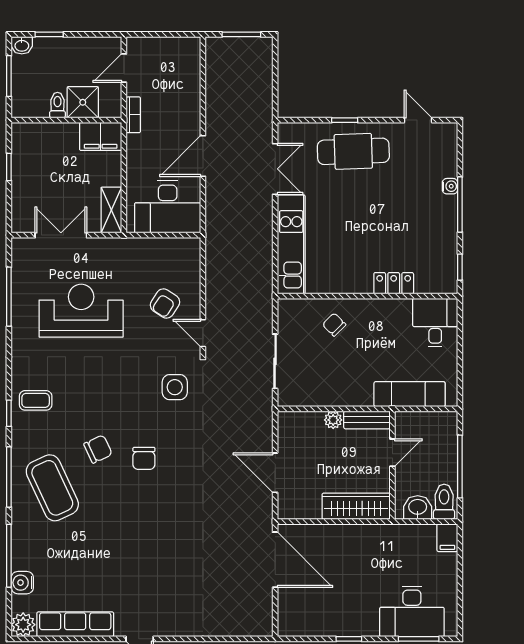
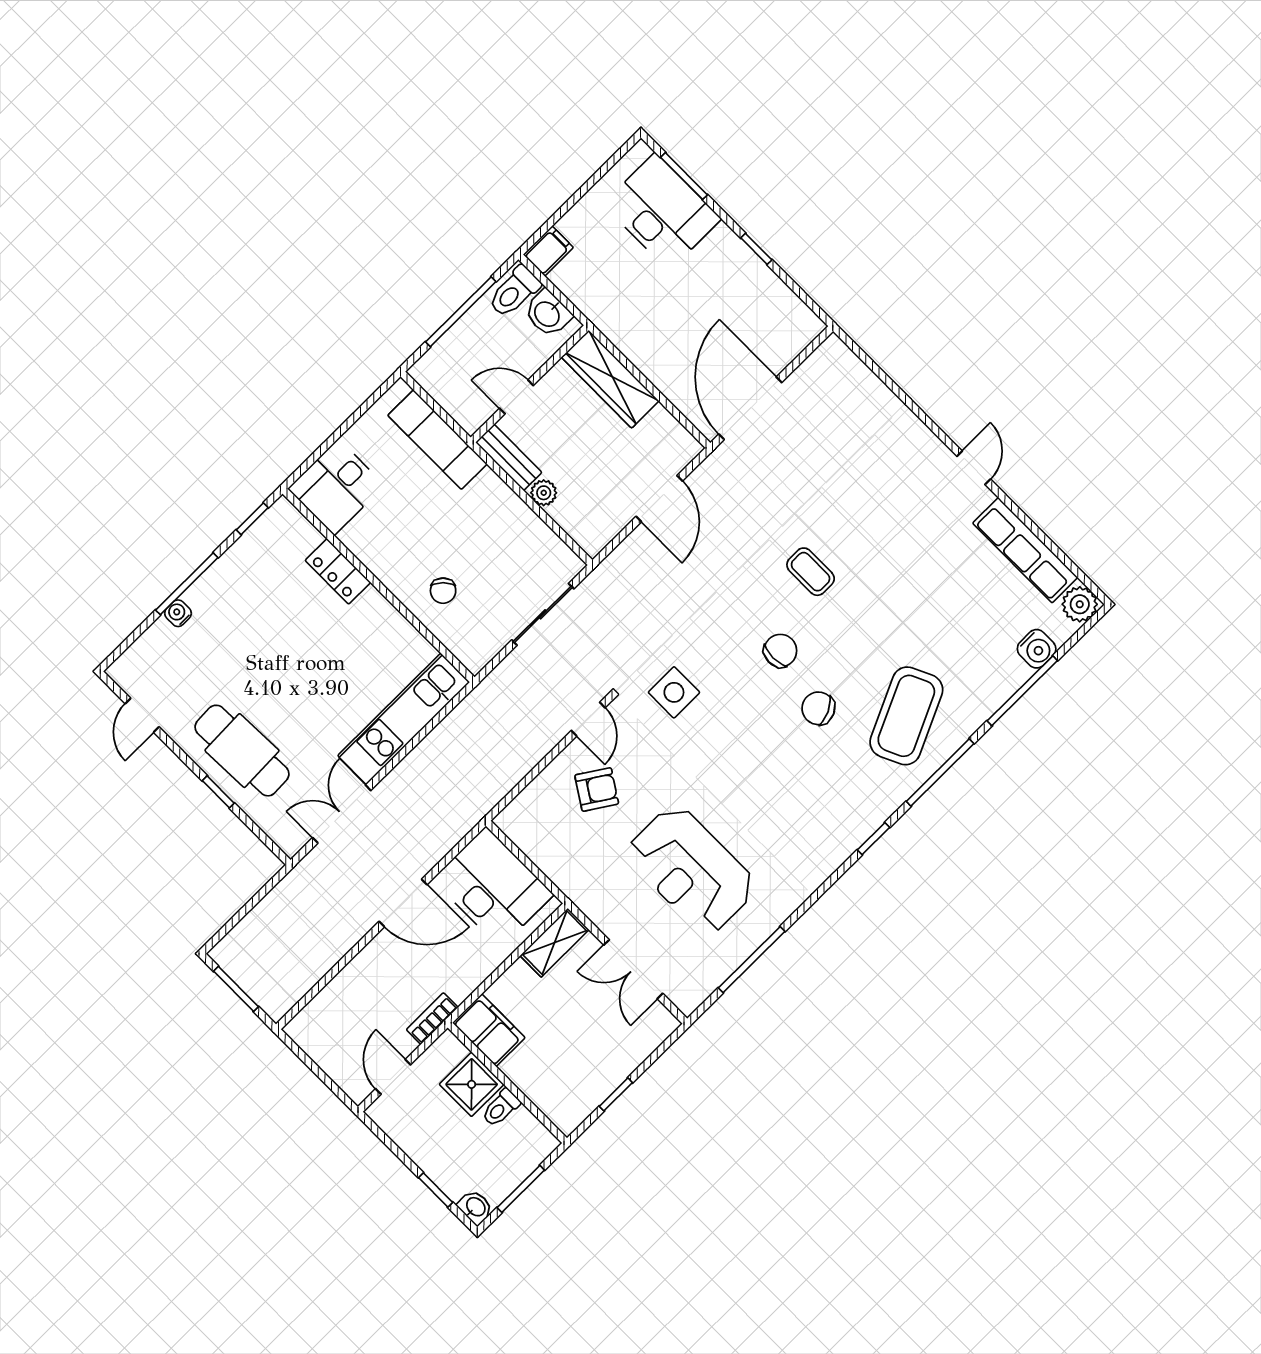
door: (124, 68) -> (393, 1077), swing flipped
coffee table: (36, 400) -> (811, 572), moved

